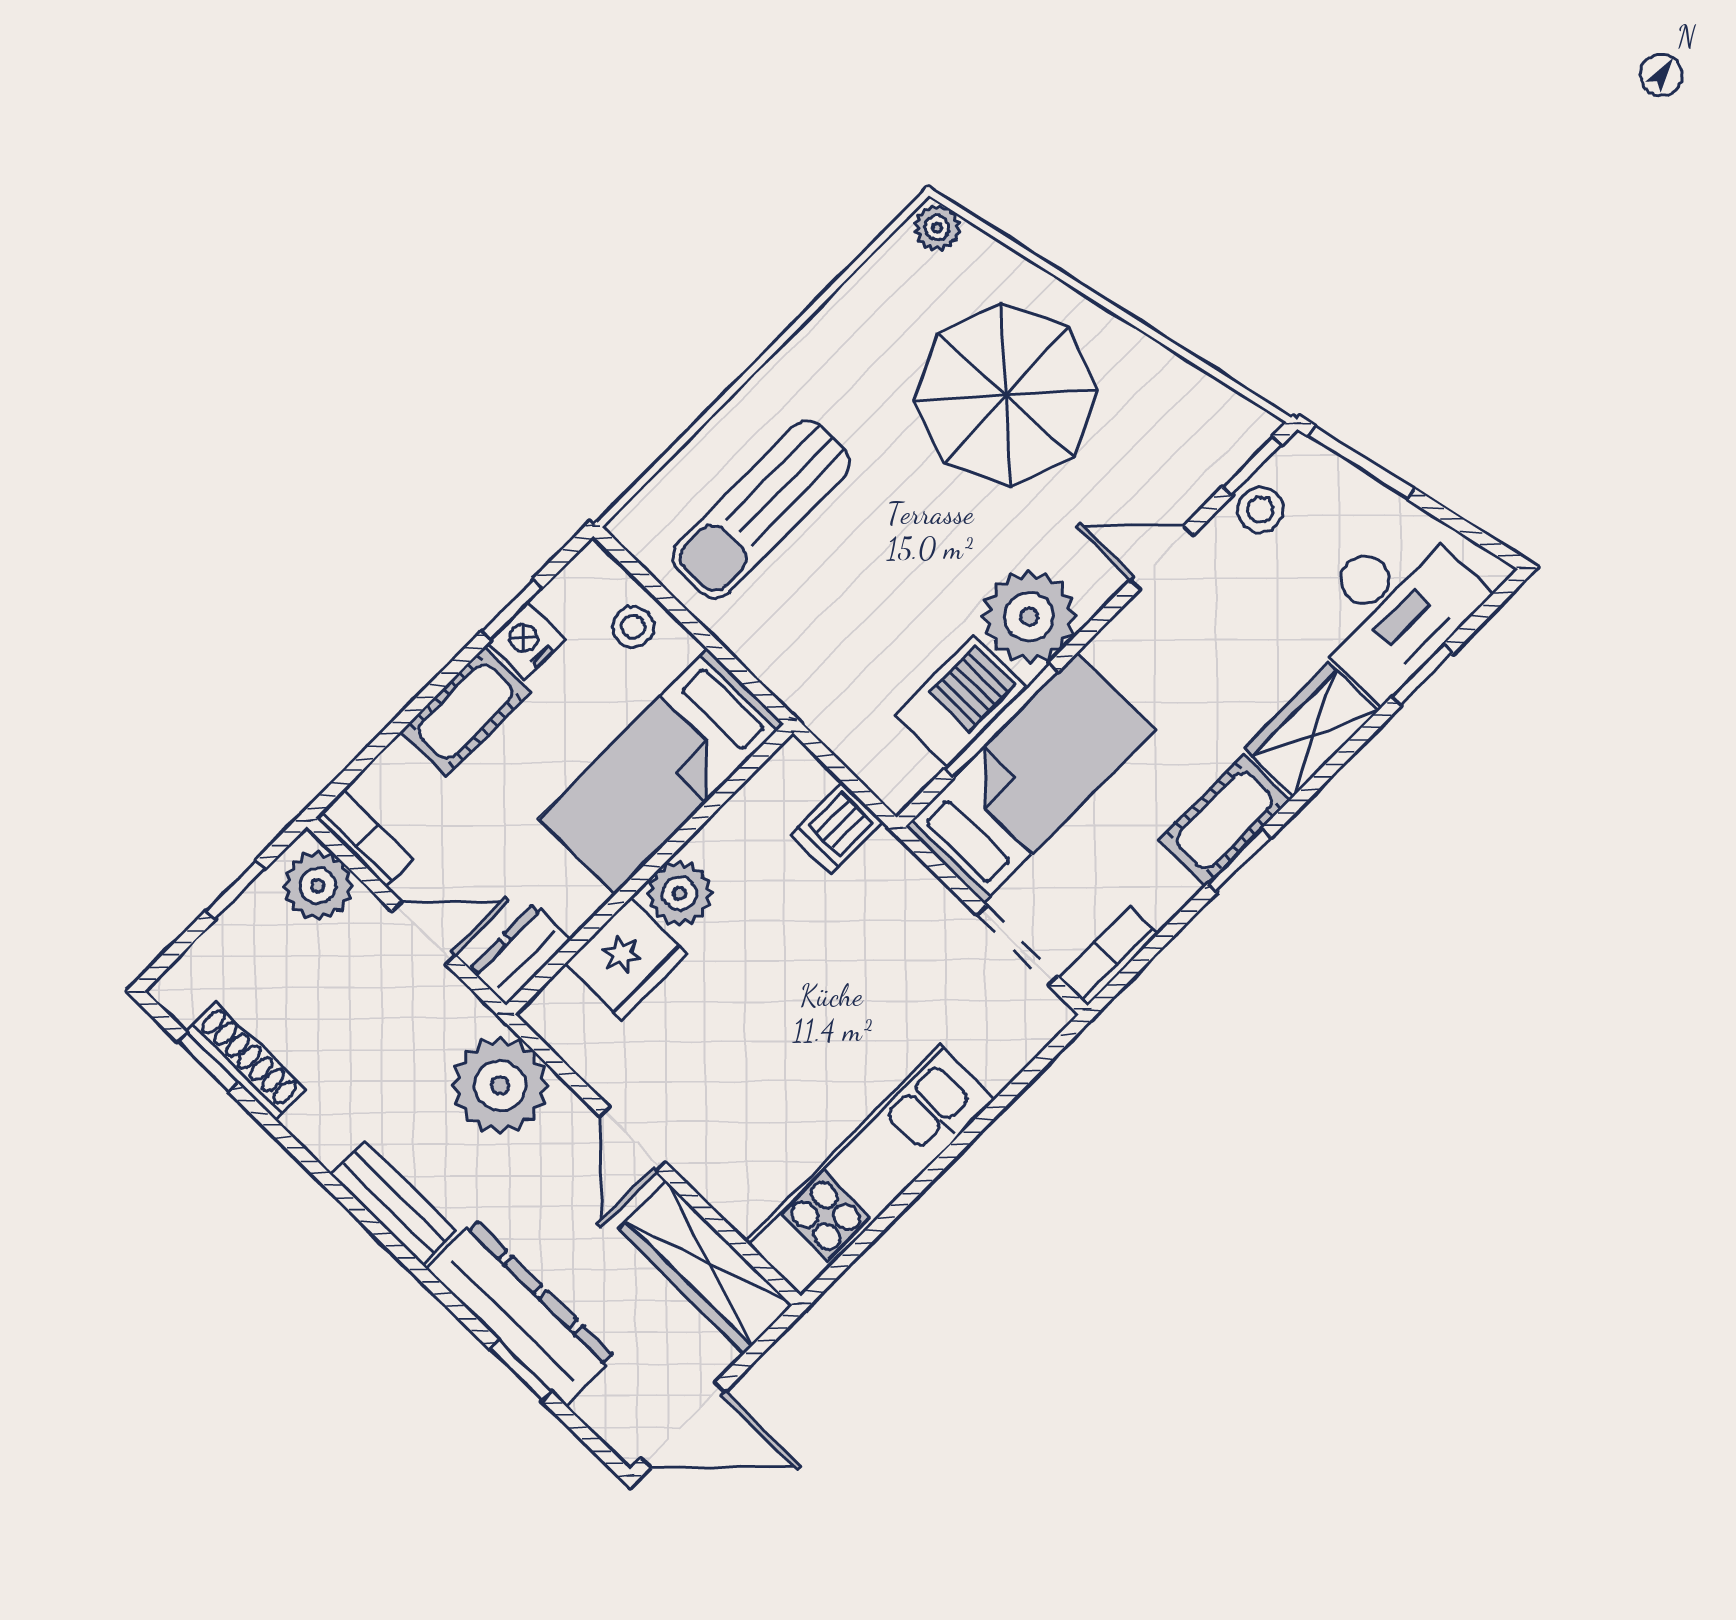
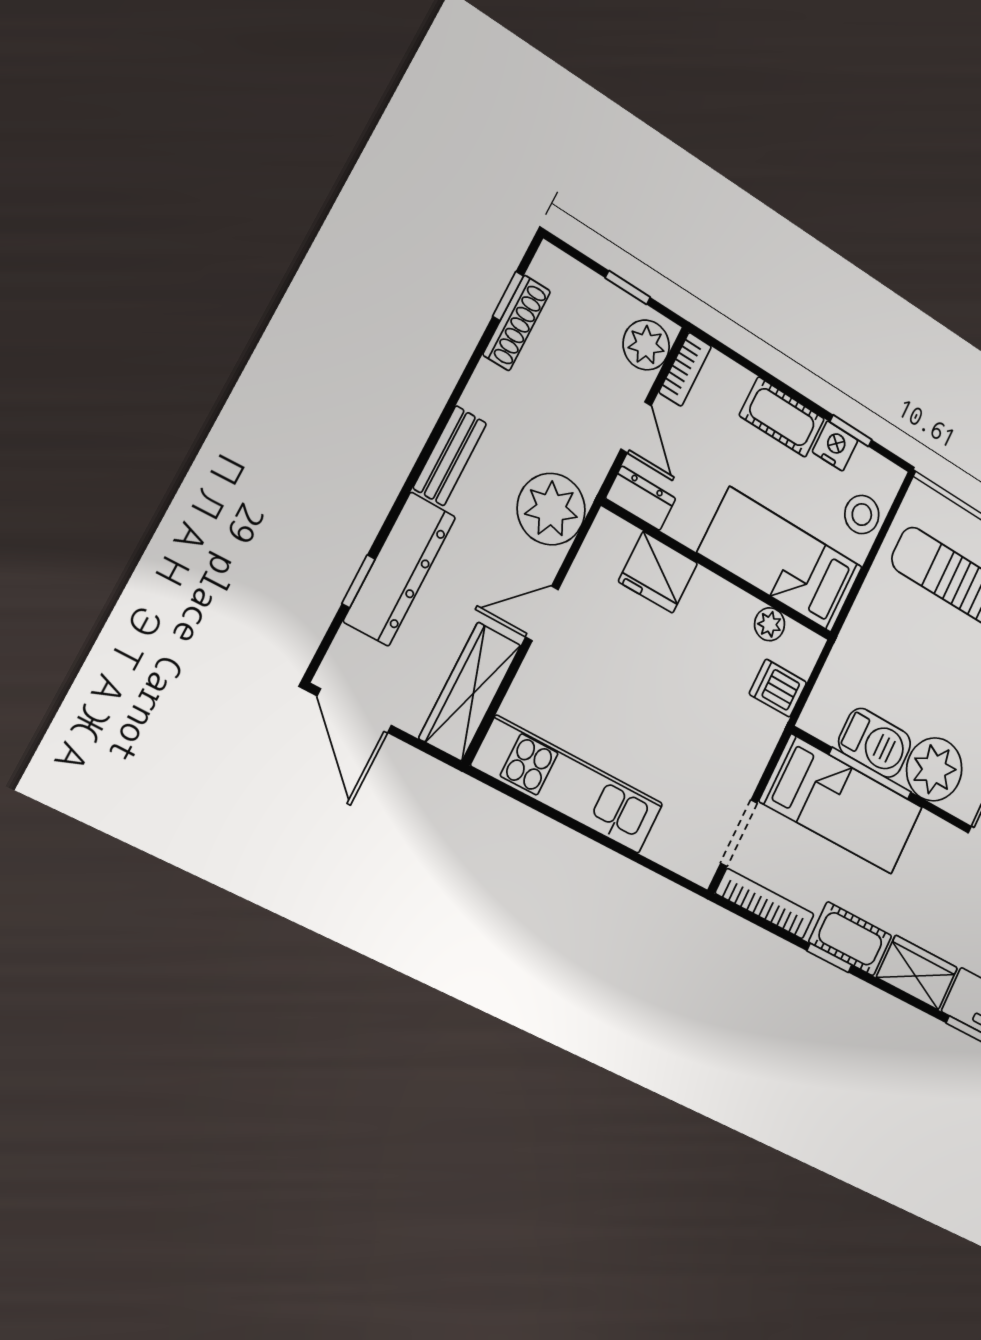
stool: (633, 627) -> (862, 515), width x1.37, depth x1.37
plant: (680, 893) -> (770, 624), moved, width x0.73, depth x0.73
bookcase: (1109, 956) -> (765, 904), width x1.56

